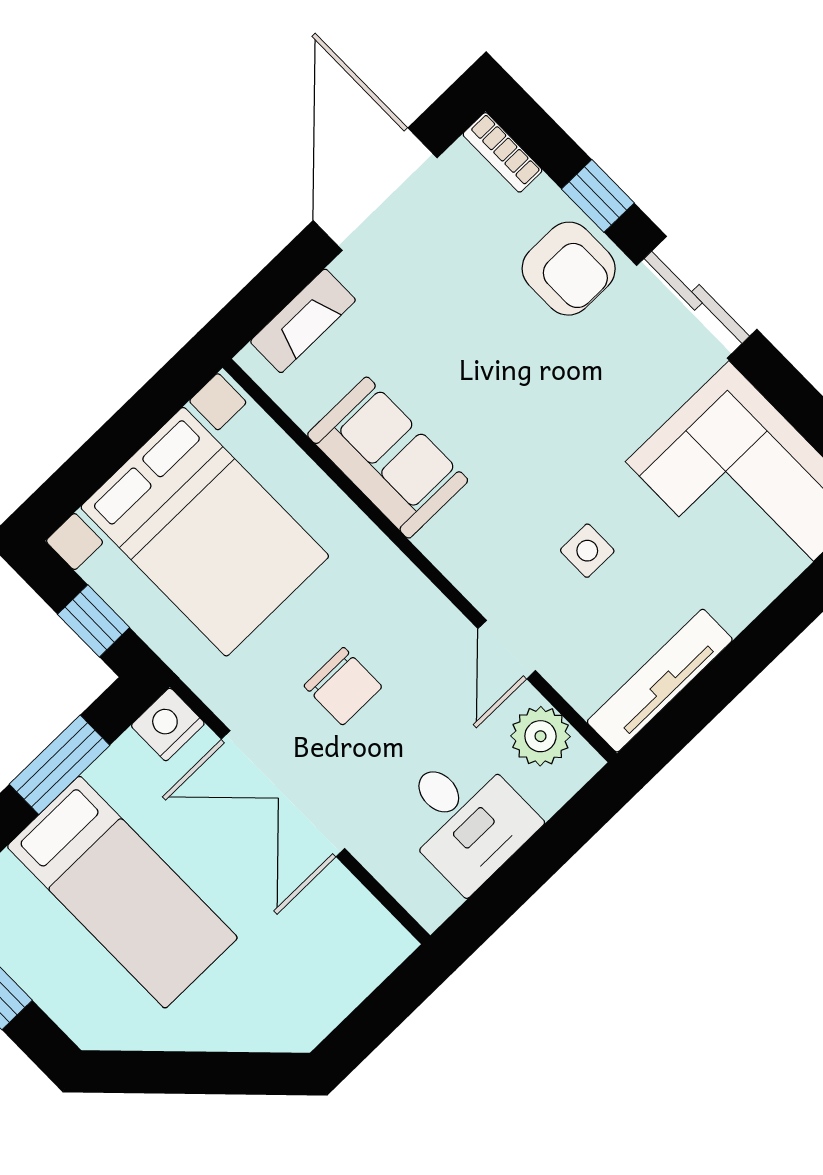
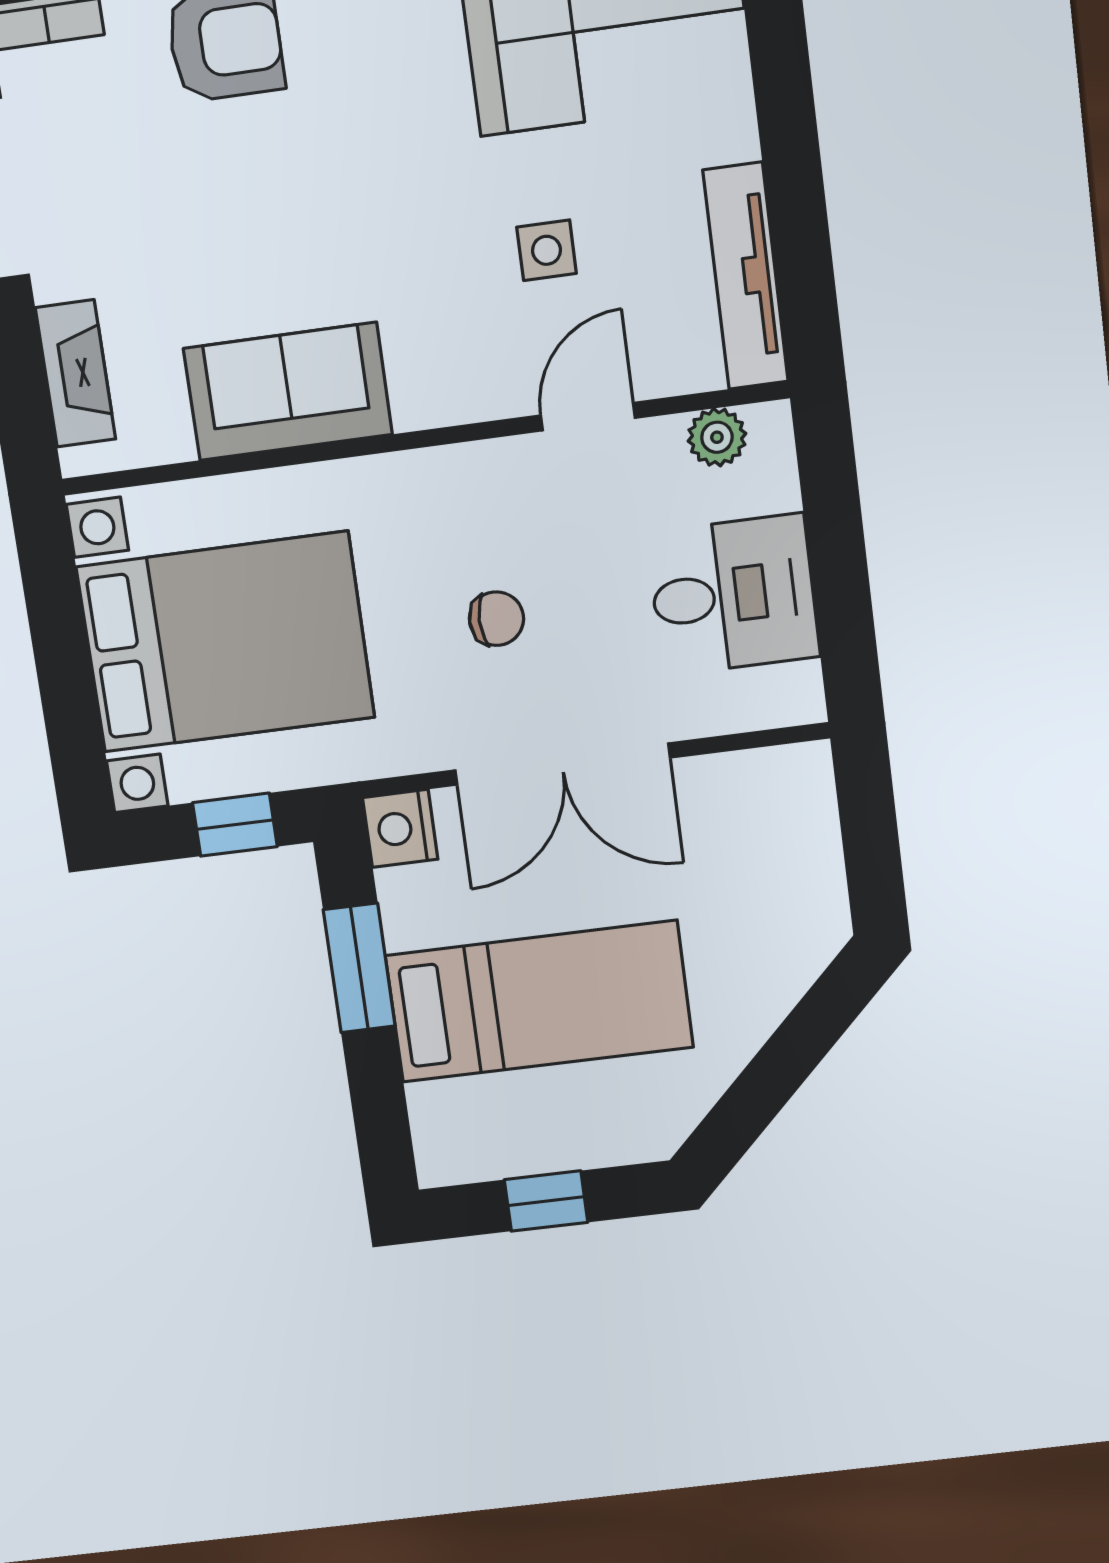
door: (507, 650) -> (588, 417), swing flipped
chair: (343, 686) -> (496, 619), width x0.73, depth x0.73
plant: (540, 736) -> (717, 437), width x0.73, depth x0.73

